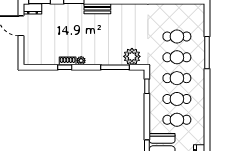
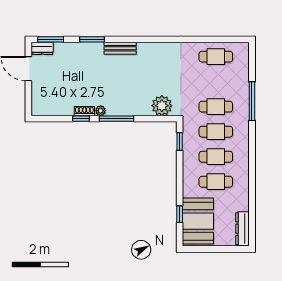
cafe table: (177, 36) -> (216, 57), moved
window: (115, 67) -> (117, 119), moved

